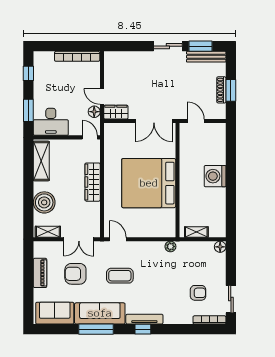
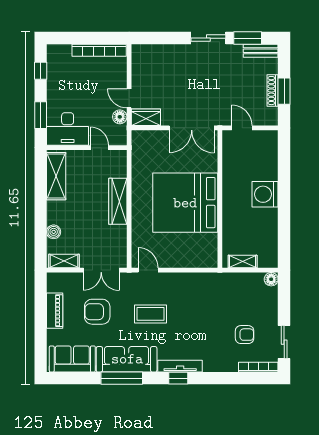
bench: (206, 57) -> (261, 51), width x0.73
door: (90, 137) -> (99, 148), moved
boiler: (44, 202) -> (54, 232), width x0.54, depth x0.54
plant: (170, 246) -> (211, 279), removed

